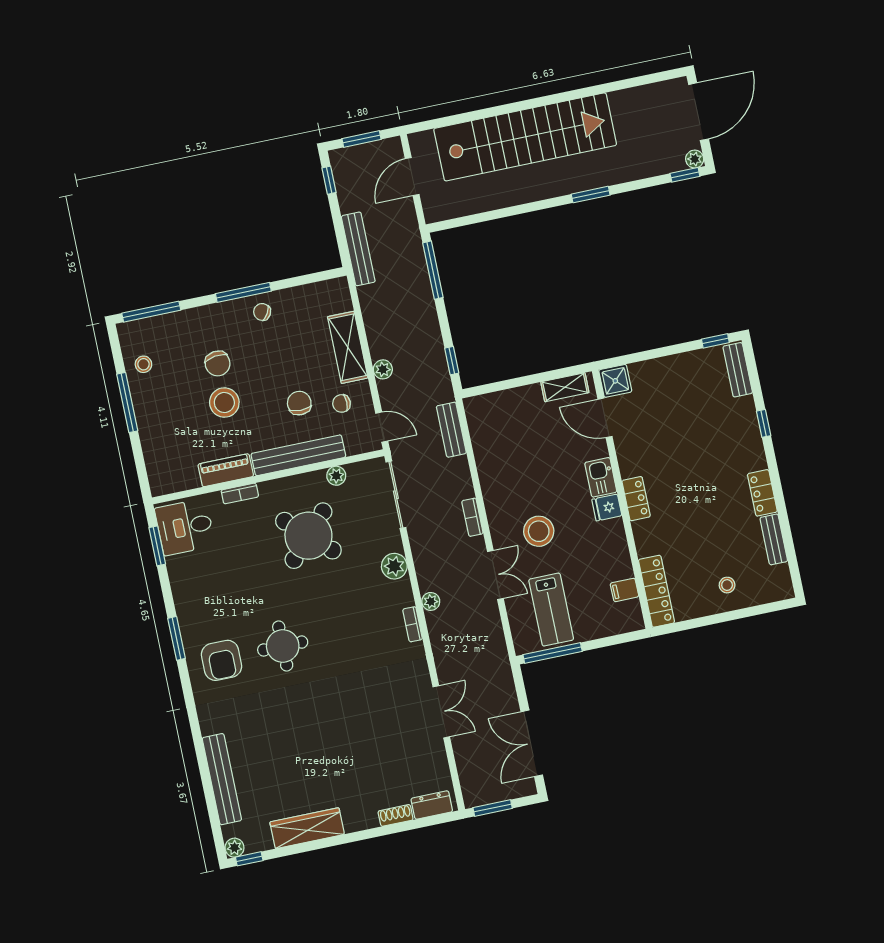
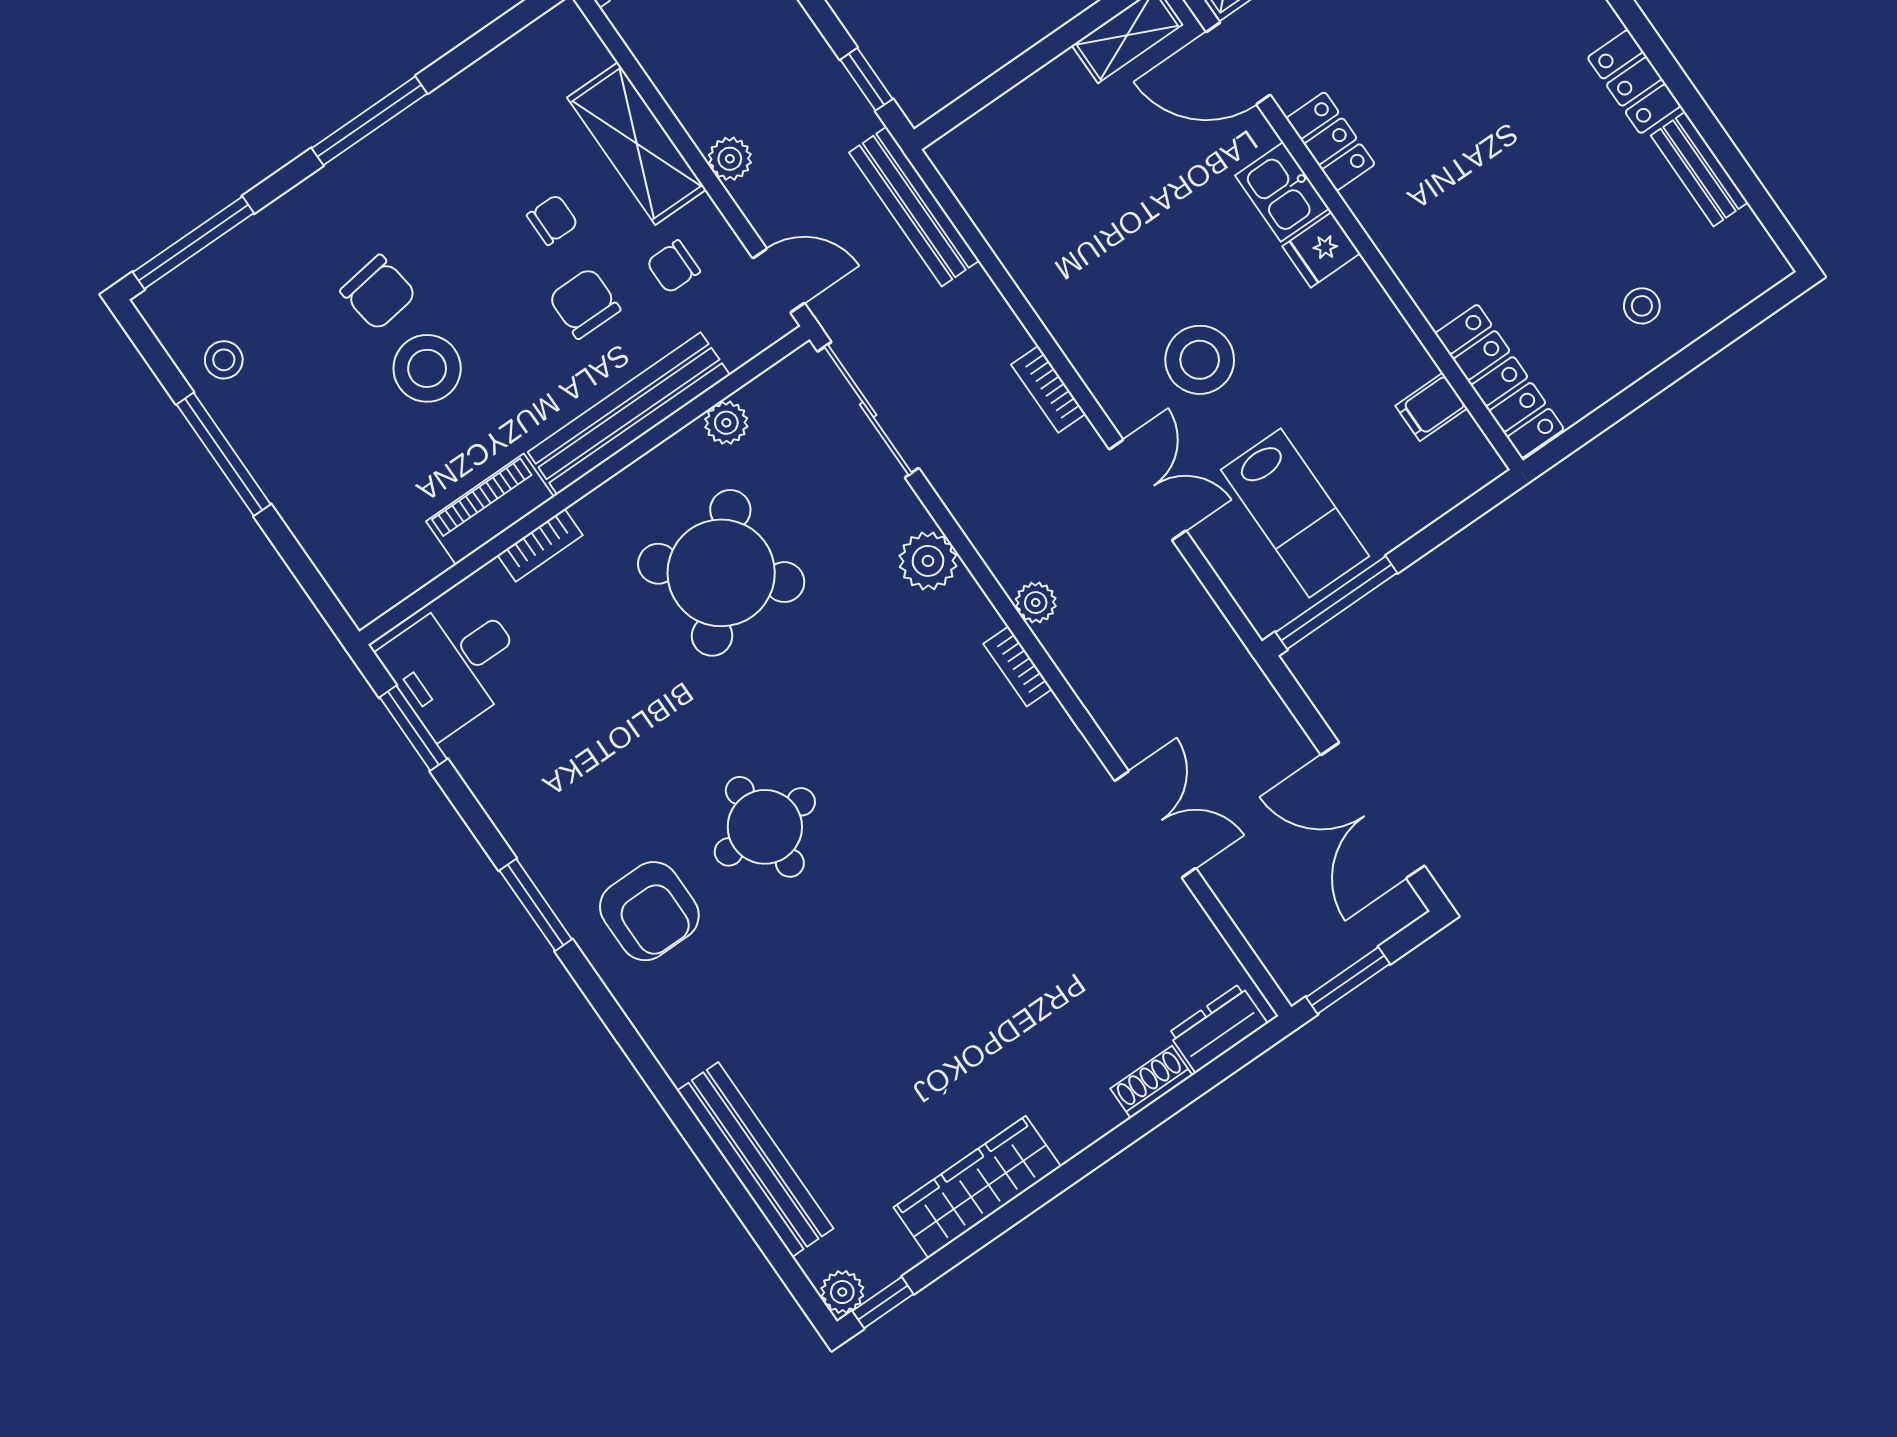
chair: (262, 312) -> (552, 220), moved, turned 149
bench: (451, 430) -> (914, 206), width x1.36
locker: (636, 499) -> (1330, 141), moved

